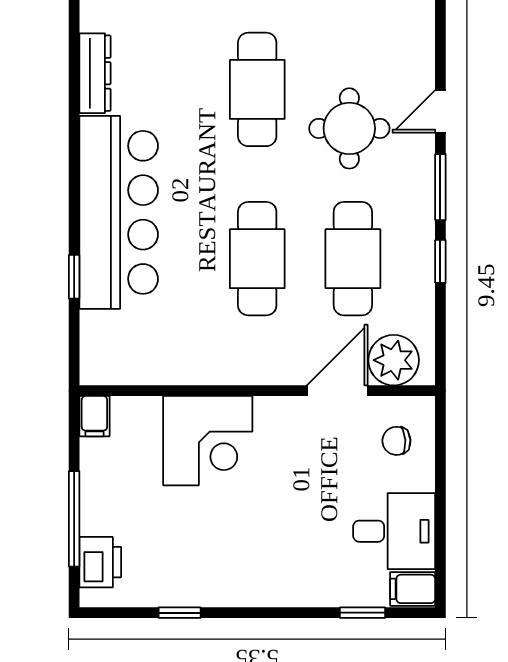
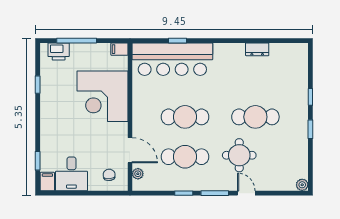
dresser: (95, 73) -> (257, 49), width x0.70
bar counter: (119, 212) -> (172, 59), moved
plant: (394, 360) -> (138, 174), width x0.53, depth x0.53
corner desk: (208, 441) -> (102, 96), width x1.36, depth x1.36

